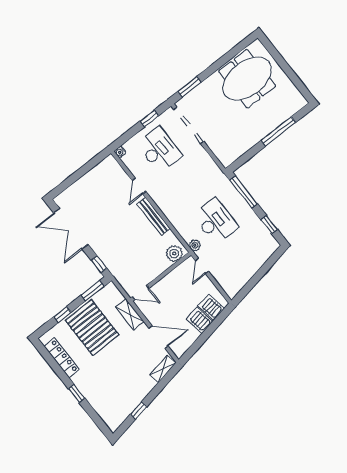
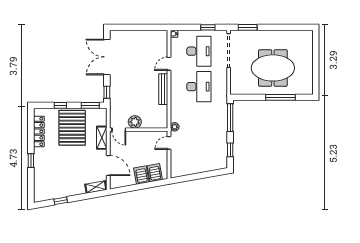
meeting table: (247, 79) -> (273, 68), moved
desk: (215, 221) -> (199, 87), moved
plant: (174, 254) -> (135, 122), moved

